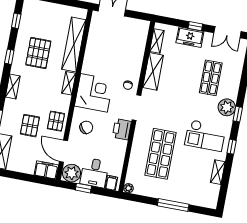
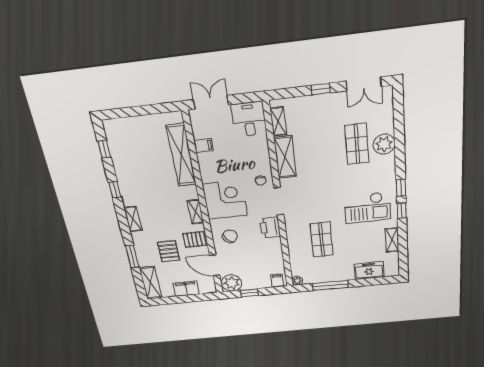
freezer: (190, 37) -> (369, 271), moved, turned 180
filing cabinet: (94, 42) -> (204, 146), added
pallet: (38, 53) -> (145, 176), removed
shelving: (69, 83) -> (195, 212), moved
plant: (227, 107) -> (384, 144), moved
window: (238, 114) -> (401, 188), moved
pallet: (56, 121) -> (195, 239), turned 90
shop shelf: (160, 154) -> (322, 240), width x0.70, depth x0.74
filing cabinet: (46, 170) -> (186, 289), moved
desk: (94, 173) -> (249, 119), moved, turned 180
window: (173, 205) -> (331, 285), moved

